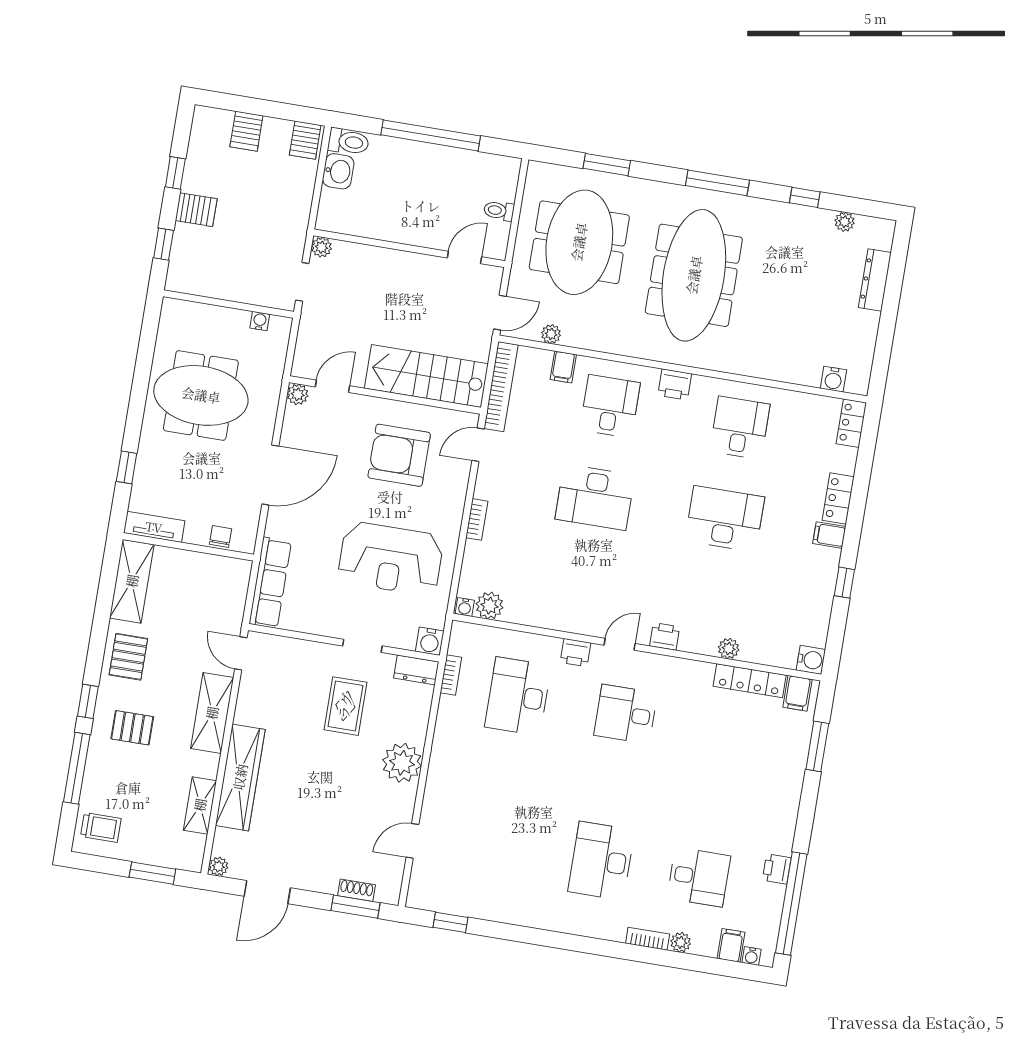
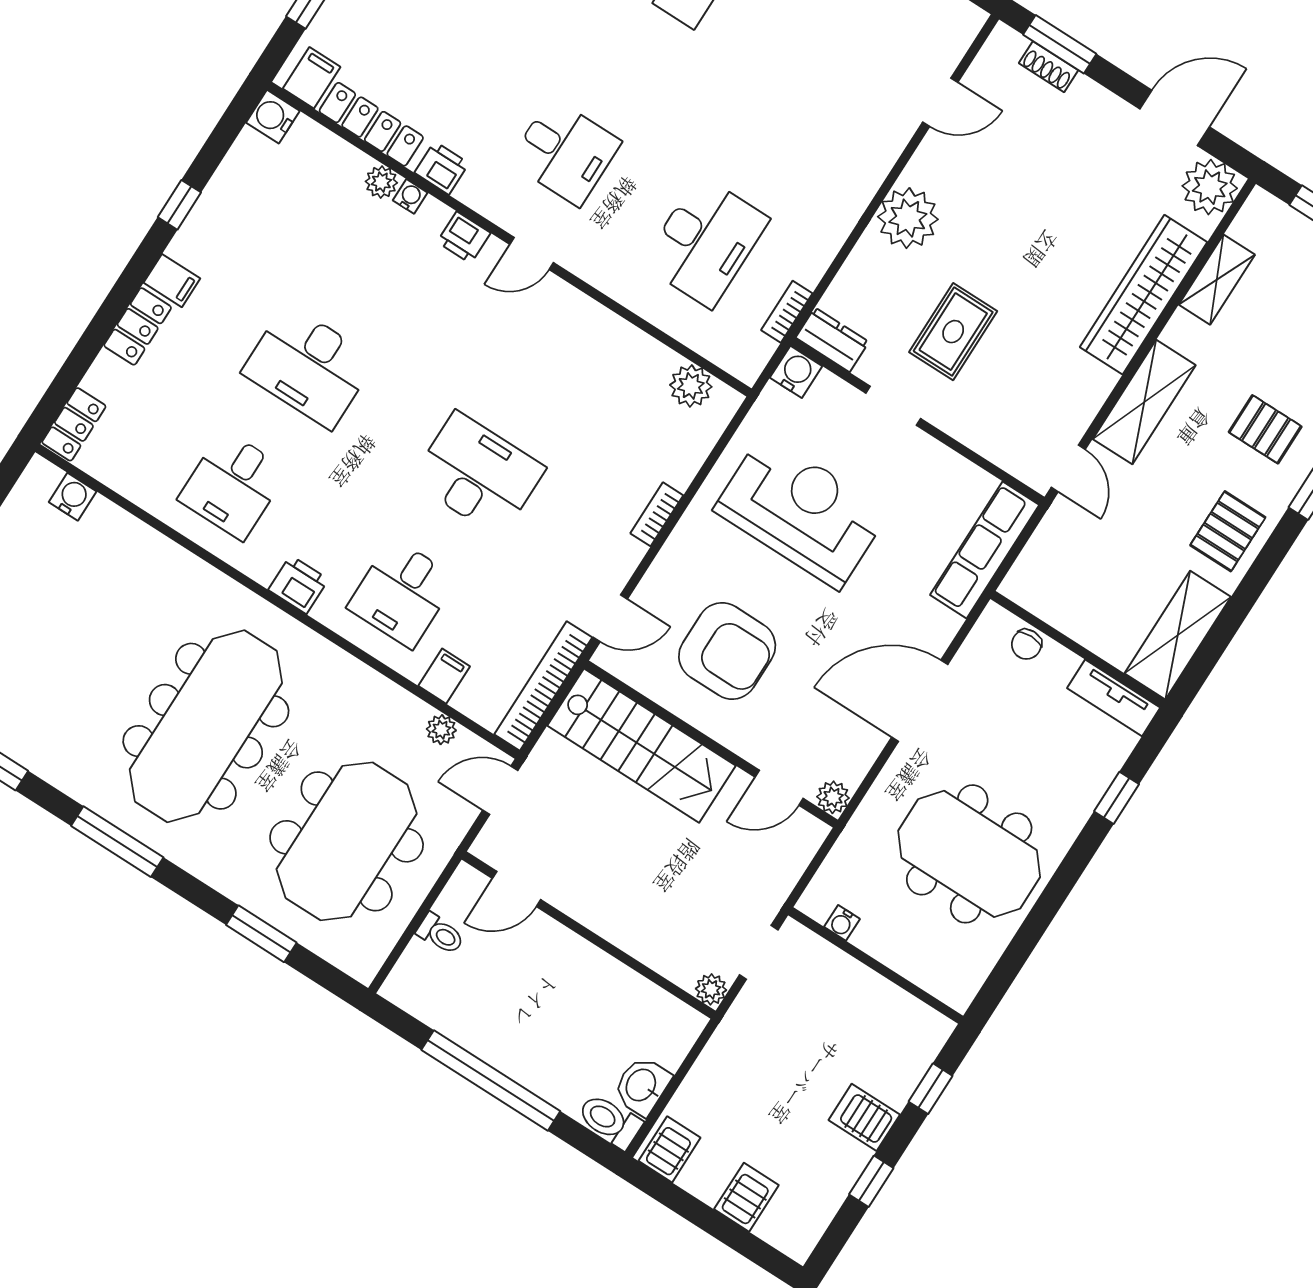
water cooler: (465, 607) -> (410, 196), moved
printer: (576, 653) -> (442, 168), moved
plant: (218, 866) -> (1210, 187), width x1.87, depth x1.87

